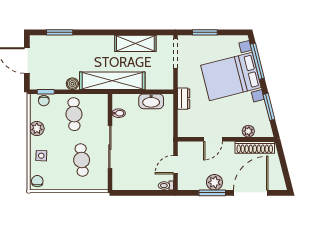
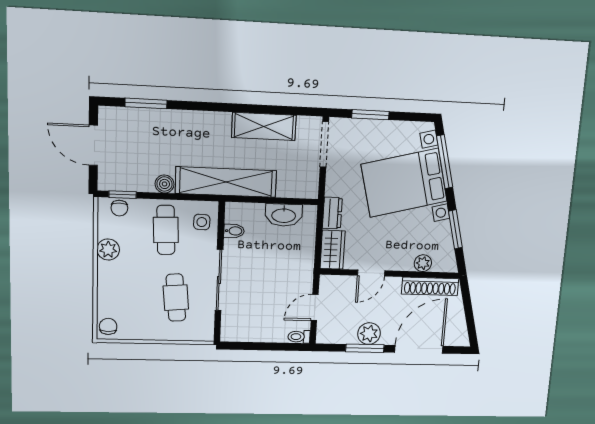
wardrobe: (185, 124) -> (332, 250), added
side table: (41, 156) -> (202, 222), moved

